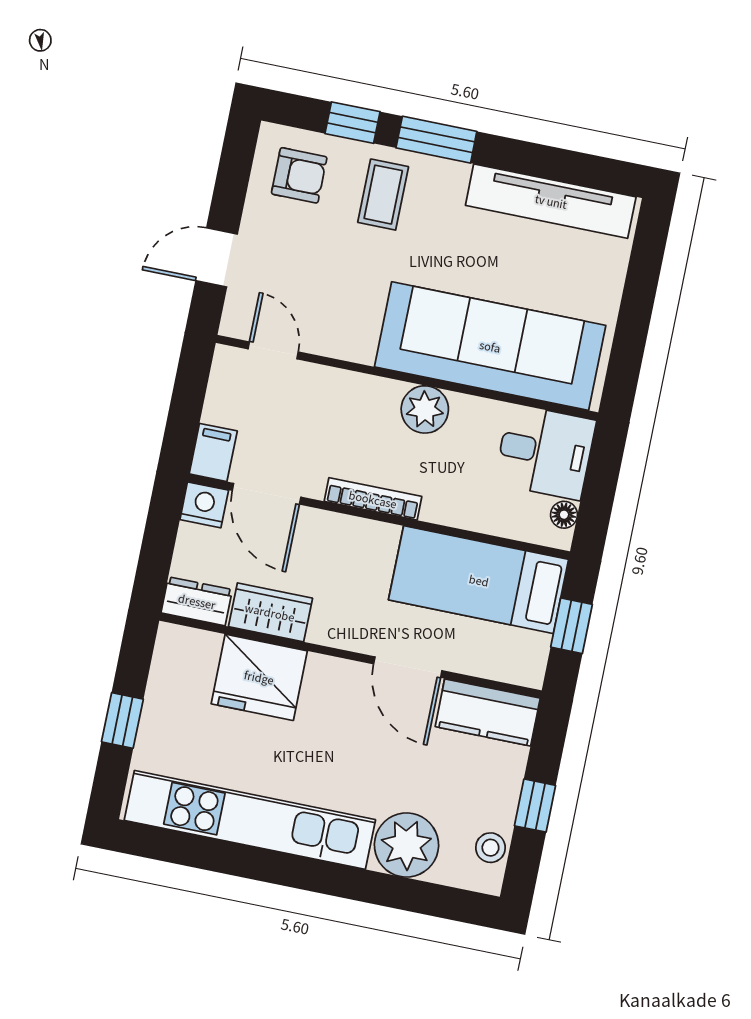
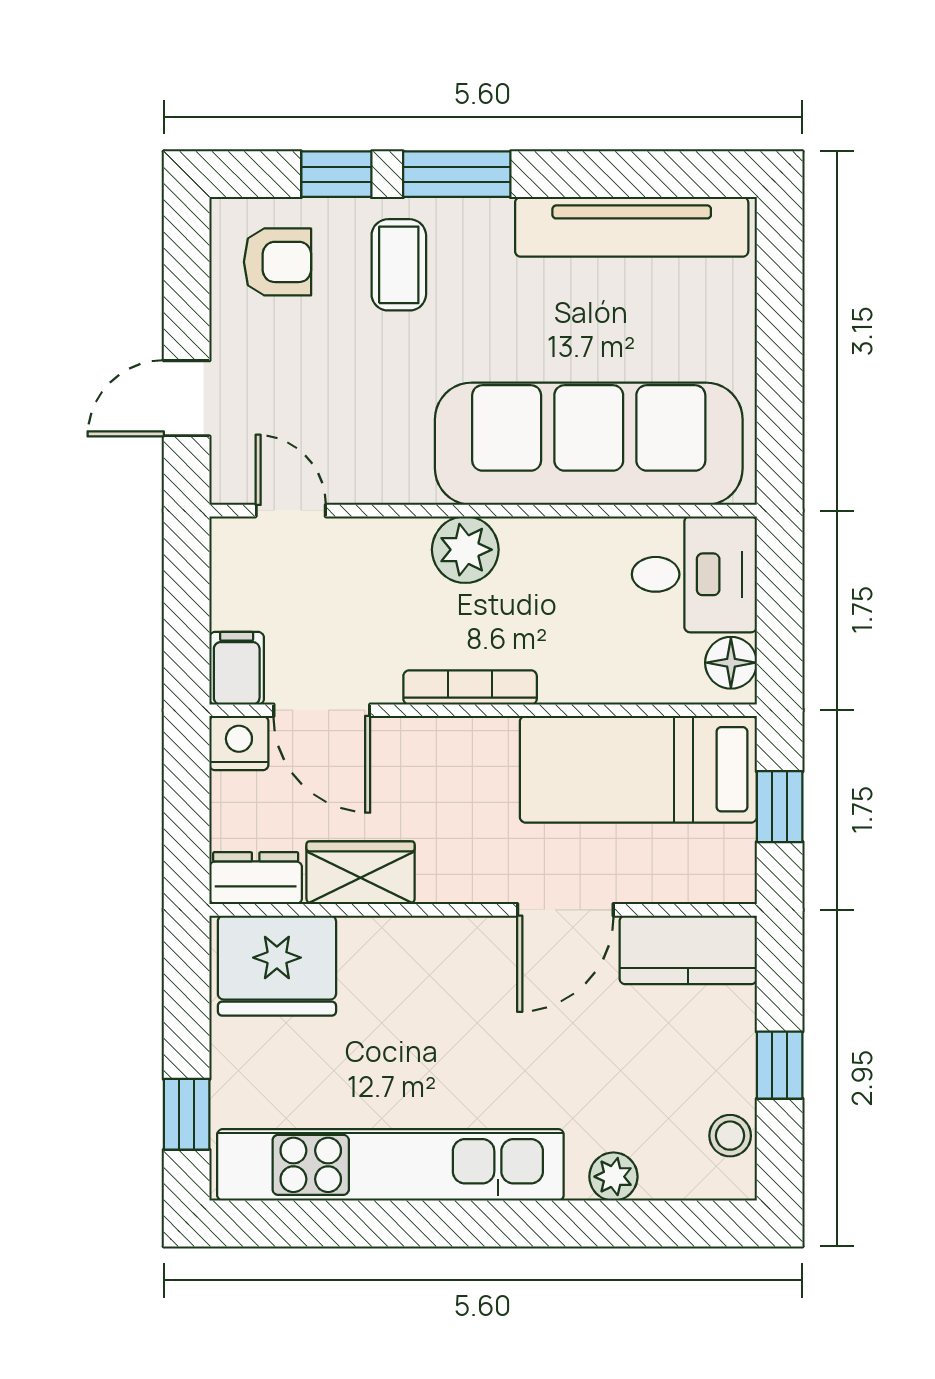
plant: (425, 409) -> (465, 550), moved
floor lamp: (564, 515) -> (731, 663), width x1.37, depth x1.37
door: (408, 667) -> (565, 910), hinge flipped
fridge: (259, 677) -> (277, 966), moved
window: (122, 720) -> (187, 1114), moved
plant: (406, 845) -> (613, 1177), width x0.53, depth x0.53

